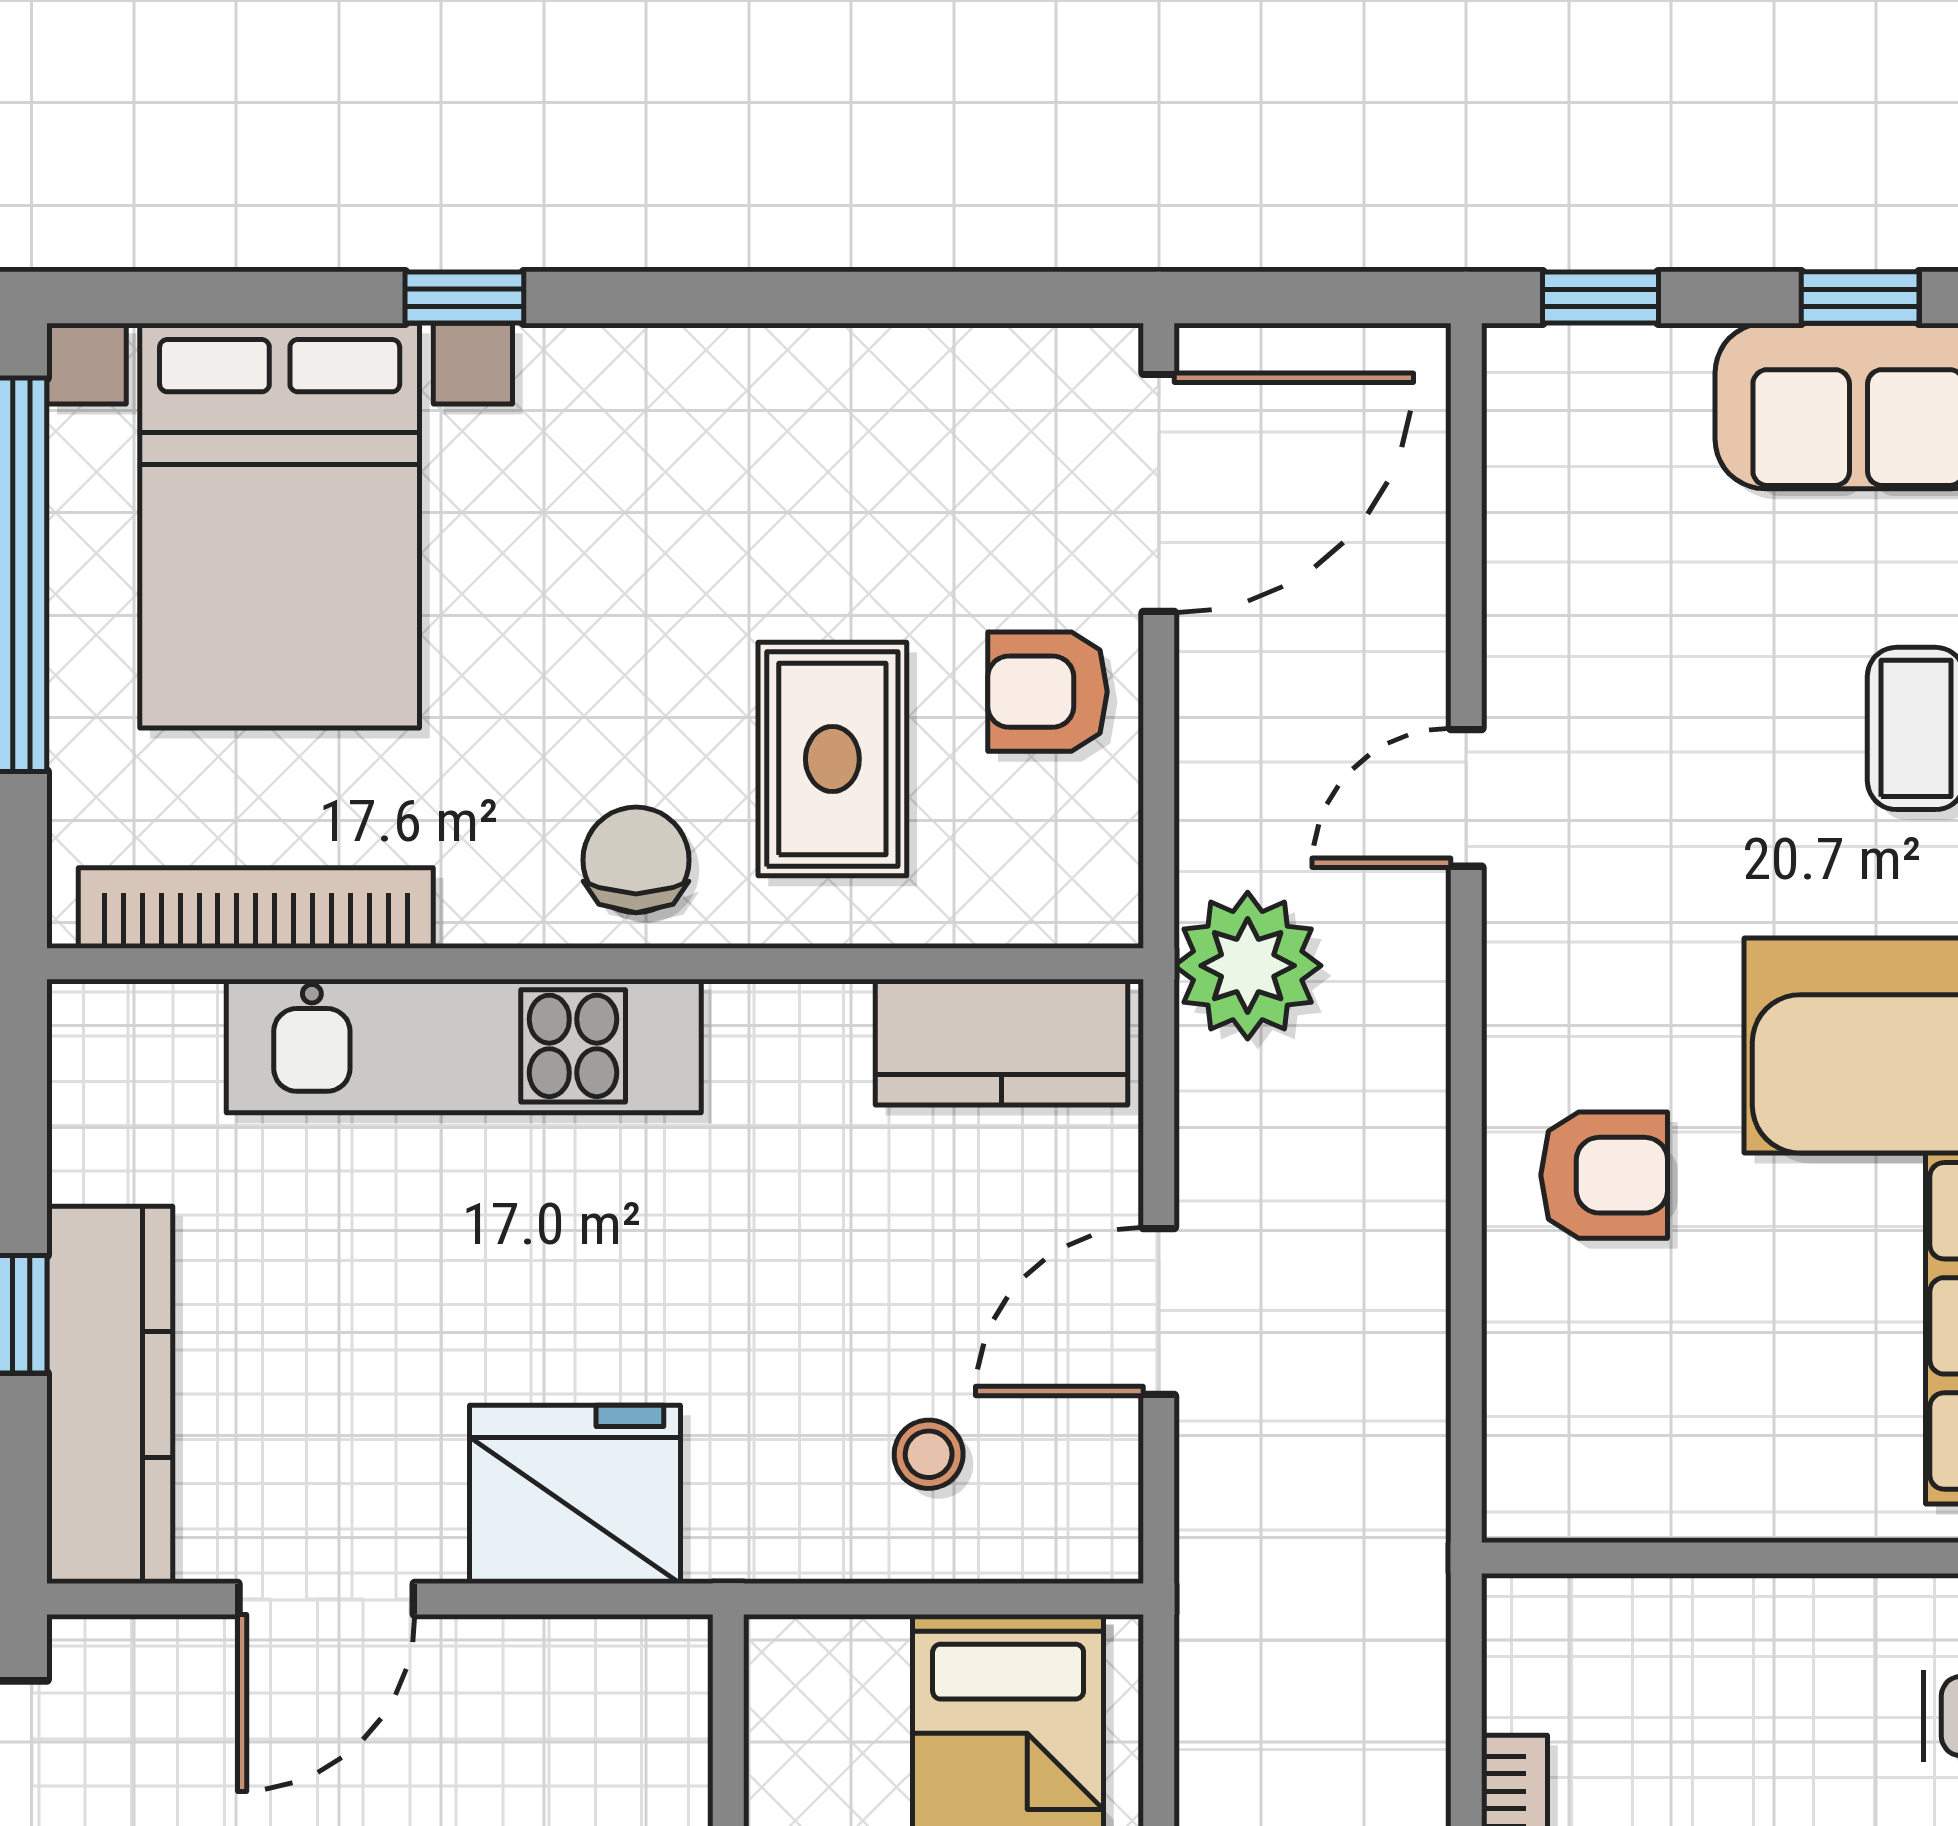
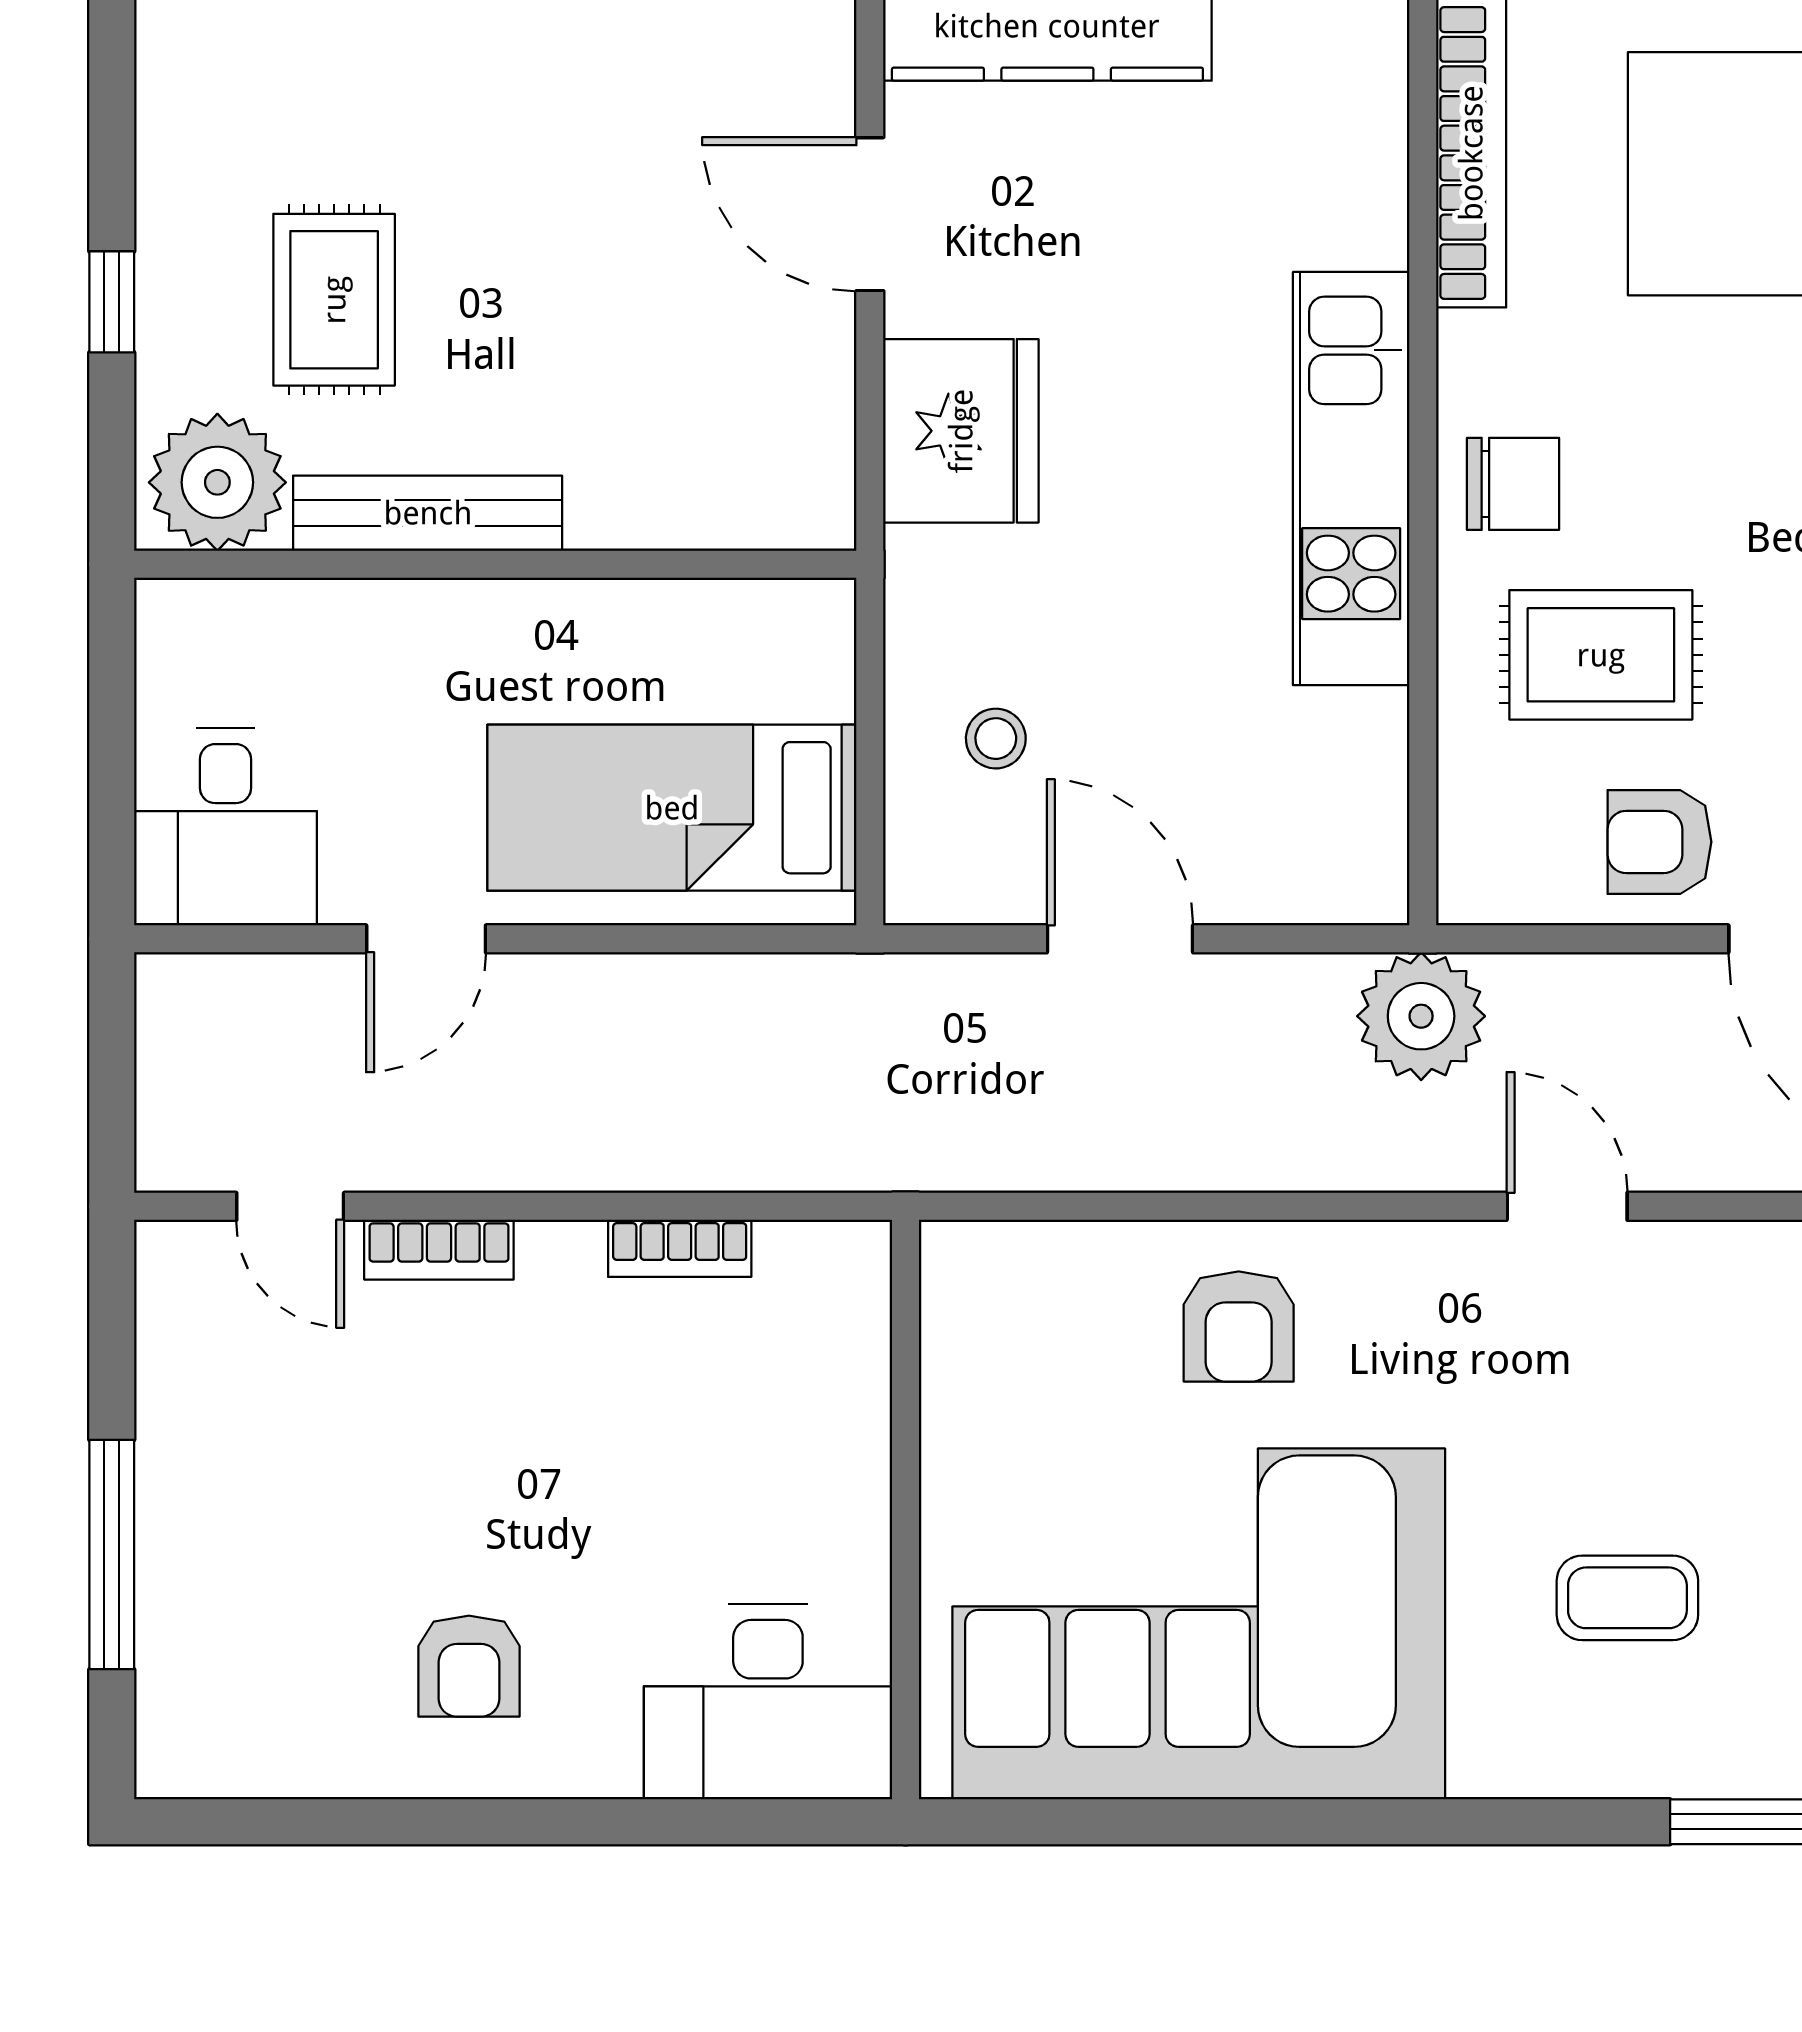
armchair: (1047, 692) -> (1660, 842), turned -90
kitchen counter: (1002, 1042) -> (1354, 802), removed
kitchen unit: (464, 1046) -> (1351, 479), moved

